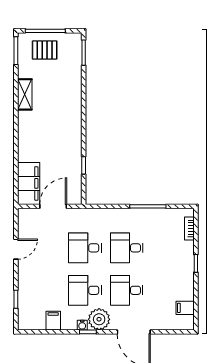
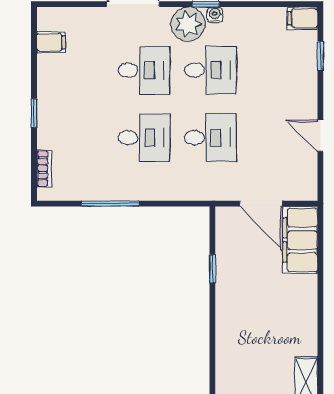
door: (53, 206) -> (261, 204), hinge flipped
door: (16, 249) -> (320, 136), hinge flipped
filing cabinet: (53, 321) -> (303, 18), moved, turned 90

